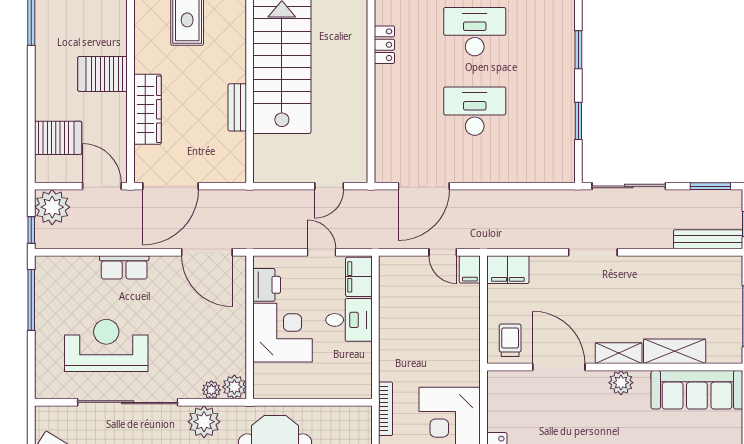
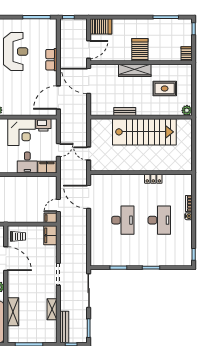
wardrobe: (147, 109) -> (135, 70), moved
server rack: (58, 138) -> (101, 26), moved, turned -90
plant: (52, 207) -> (79, 27), removed
shelving: (619, 353) -> (52, 309), moved
door: (559, 367) -> (6, 259), hinge flipped

